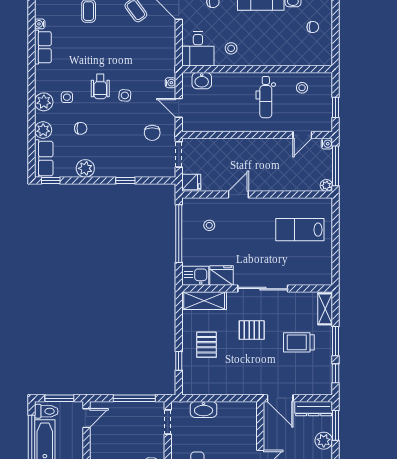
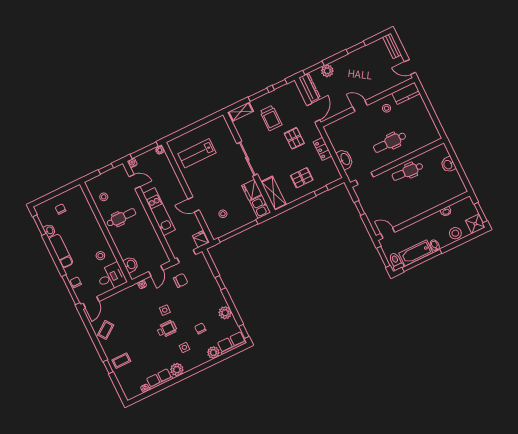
plant: (44, 102) -> (177, 370), moved
kitchen unit: (250, 147) -> (159, 212), added
lab bench: (300, 230) -> (197, 153), turned 90
pallet: (252, 330) -> (294, 138), moved
locker: (230, 388) -> (323, 149), added
window: (134, 398) -> (360, 208), width x0.46

